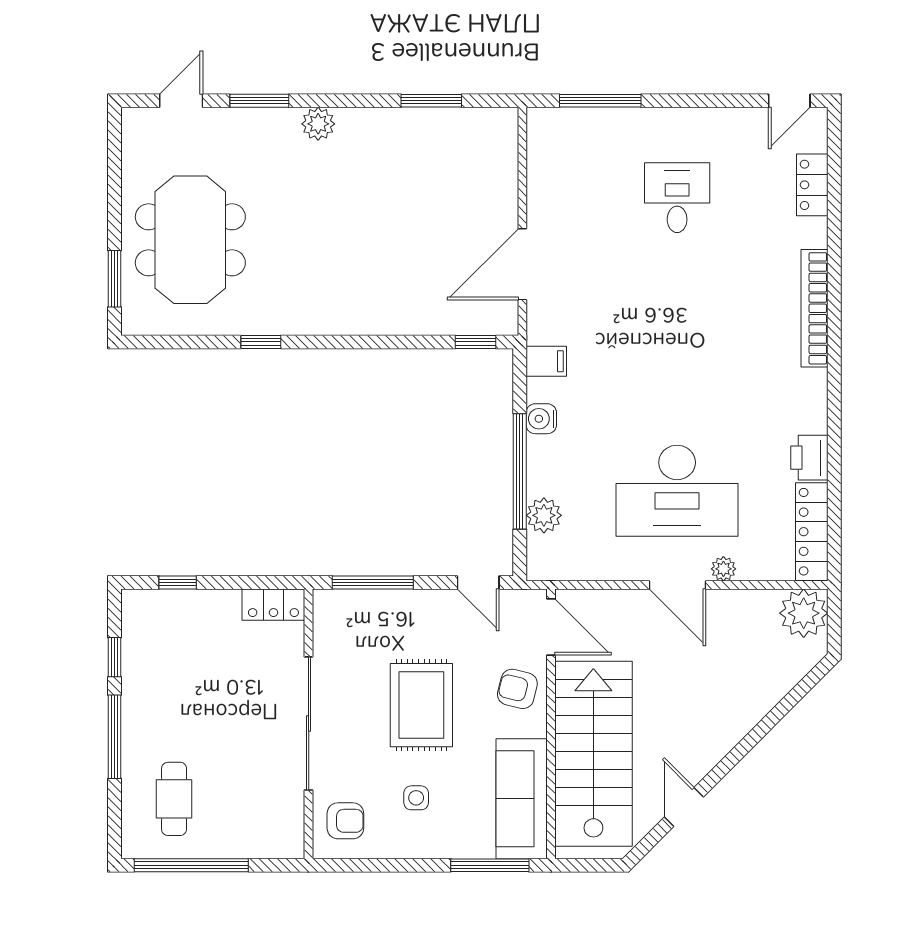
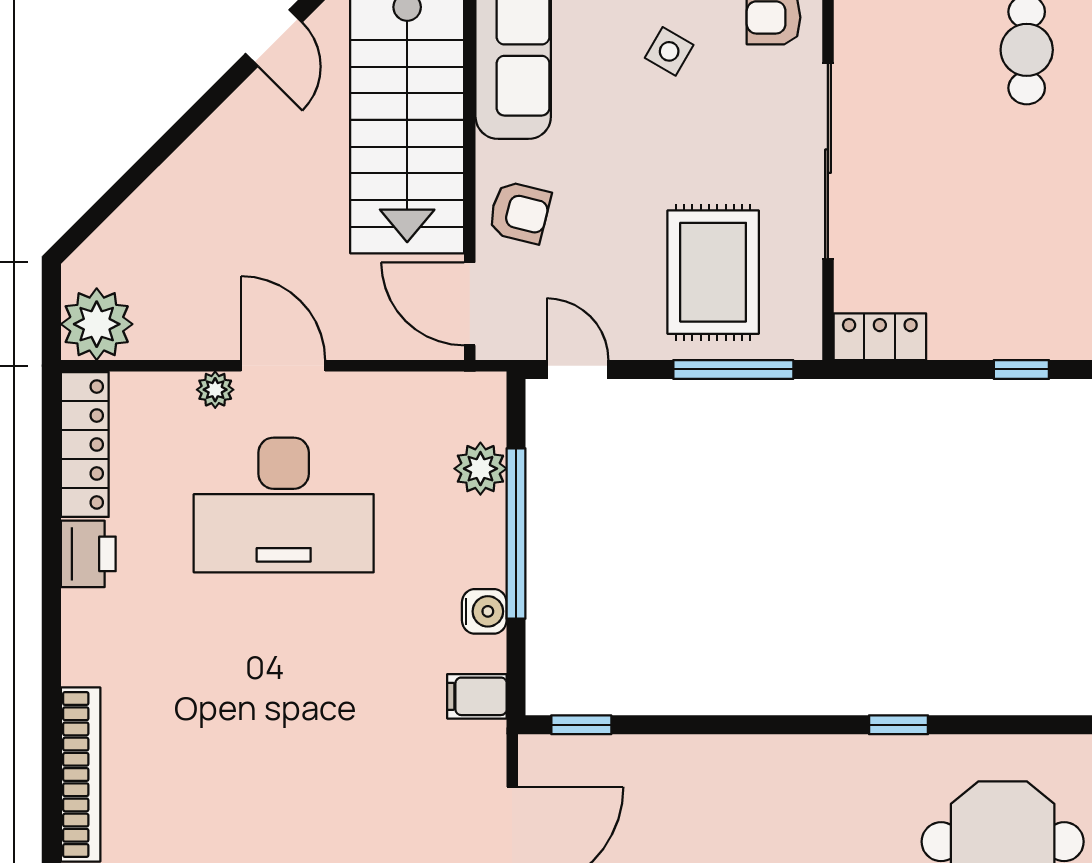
desk: (677, 491) -> (284, 505), turned 180
rug: (421, 705) -> (713, 272), moved
side table: (416, 798) -> (669, 51), turned 30

